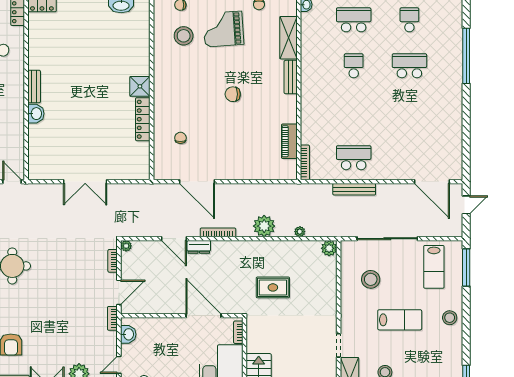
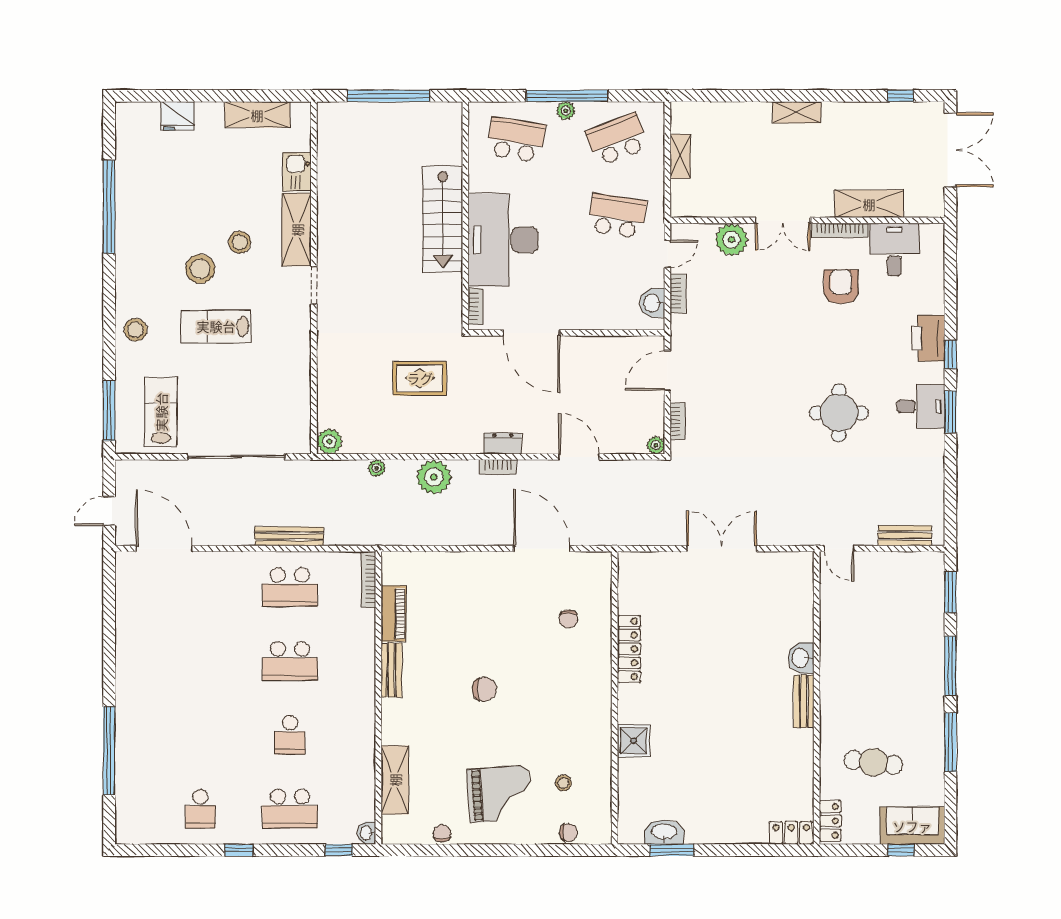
stool: (184, 36) -> (563, 783), width x0.53, depth x0.53
school desk: (409, 66) -> (290, 661), moved
bench: (291, 77) -> (391, 670), moved
shower: (140, 86) -> (634, 741), moved
bookcase: (218, 232) -> (498, 467), width x0.64
dresser: (199, 247) -> (503, 444), moved
stool: (371, 279) -> (200, 269), moved
bookcase: (112, 318) -> (678, 294), moved

